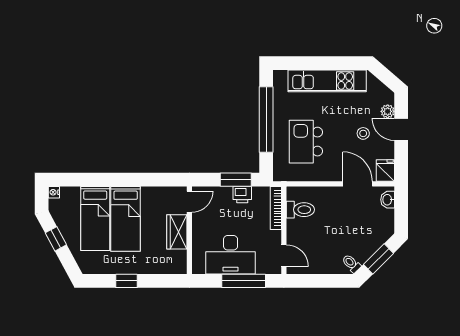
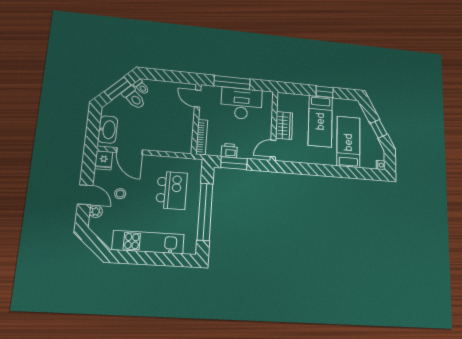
washbasin: (388, 200) -> (108, 130), width x1.91, depth x1.45
toilet: (300, 210) -> (134, 98), moved, turned -135
bed: (126, 219) -> (320, 121), moved, turned 180

